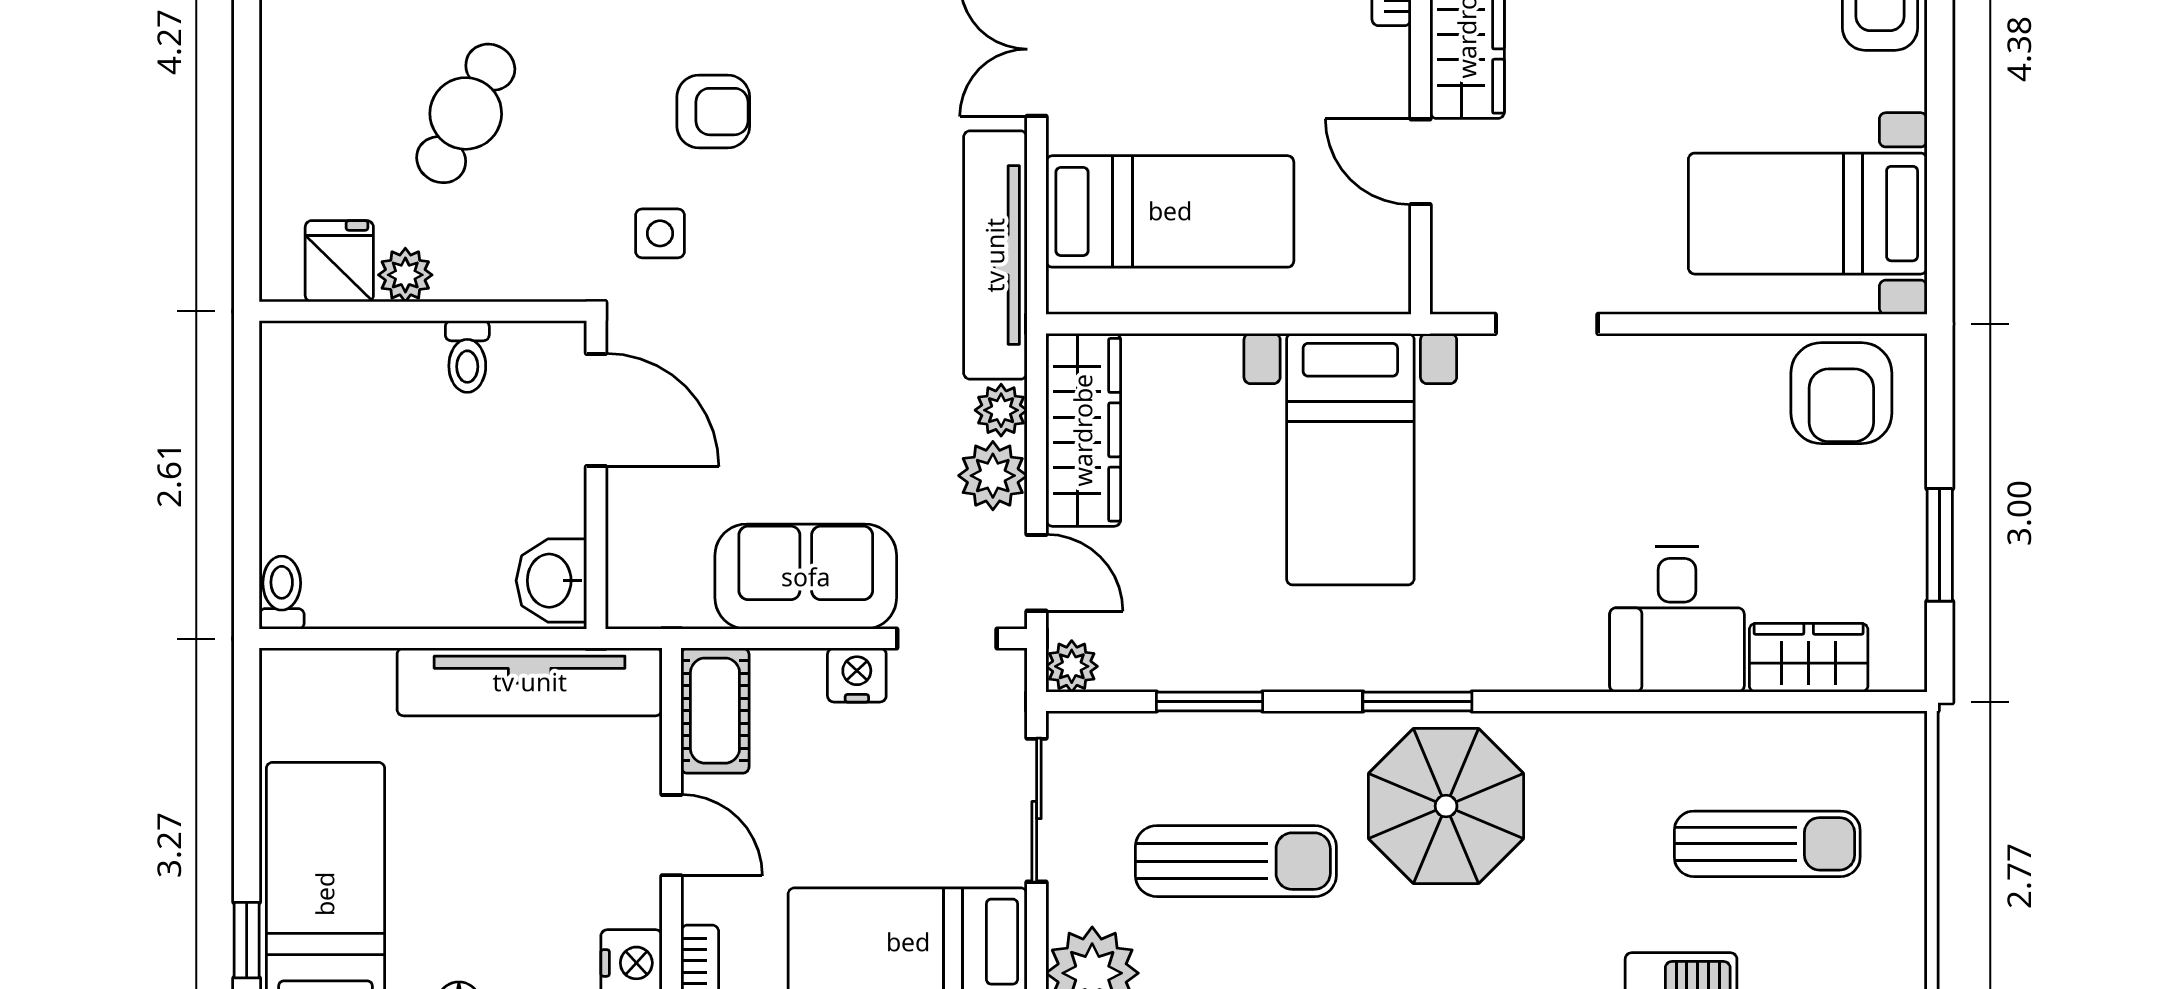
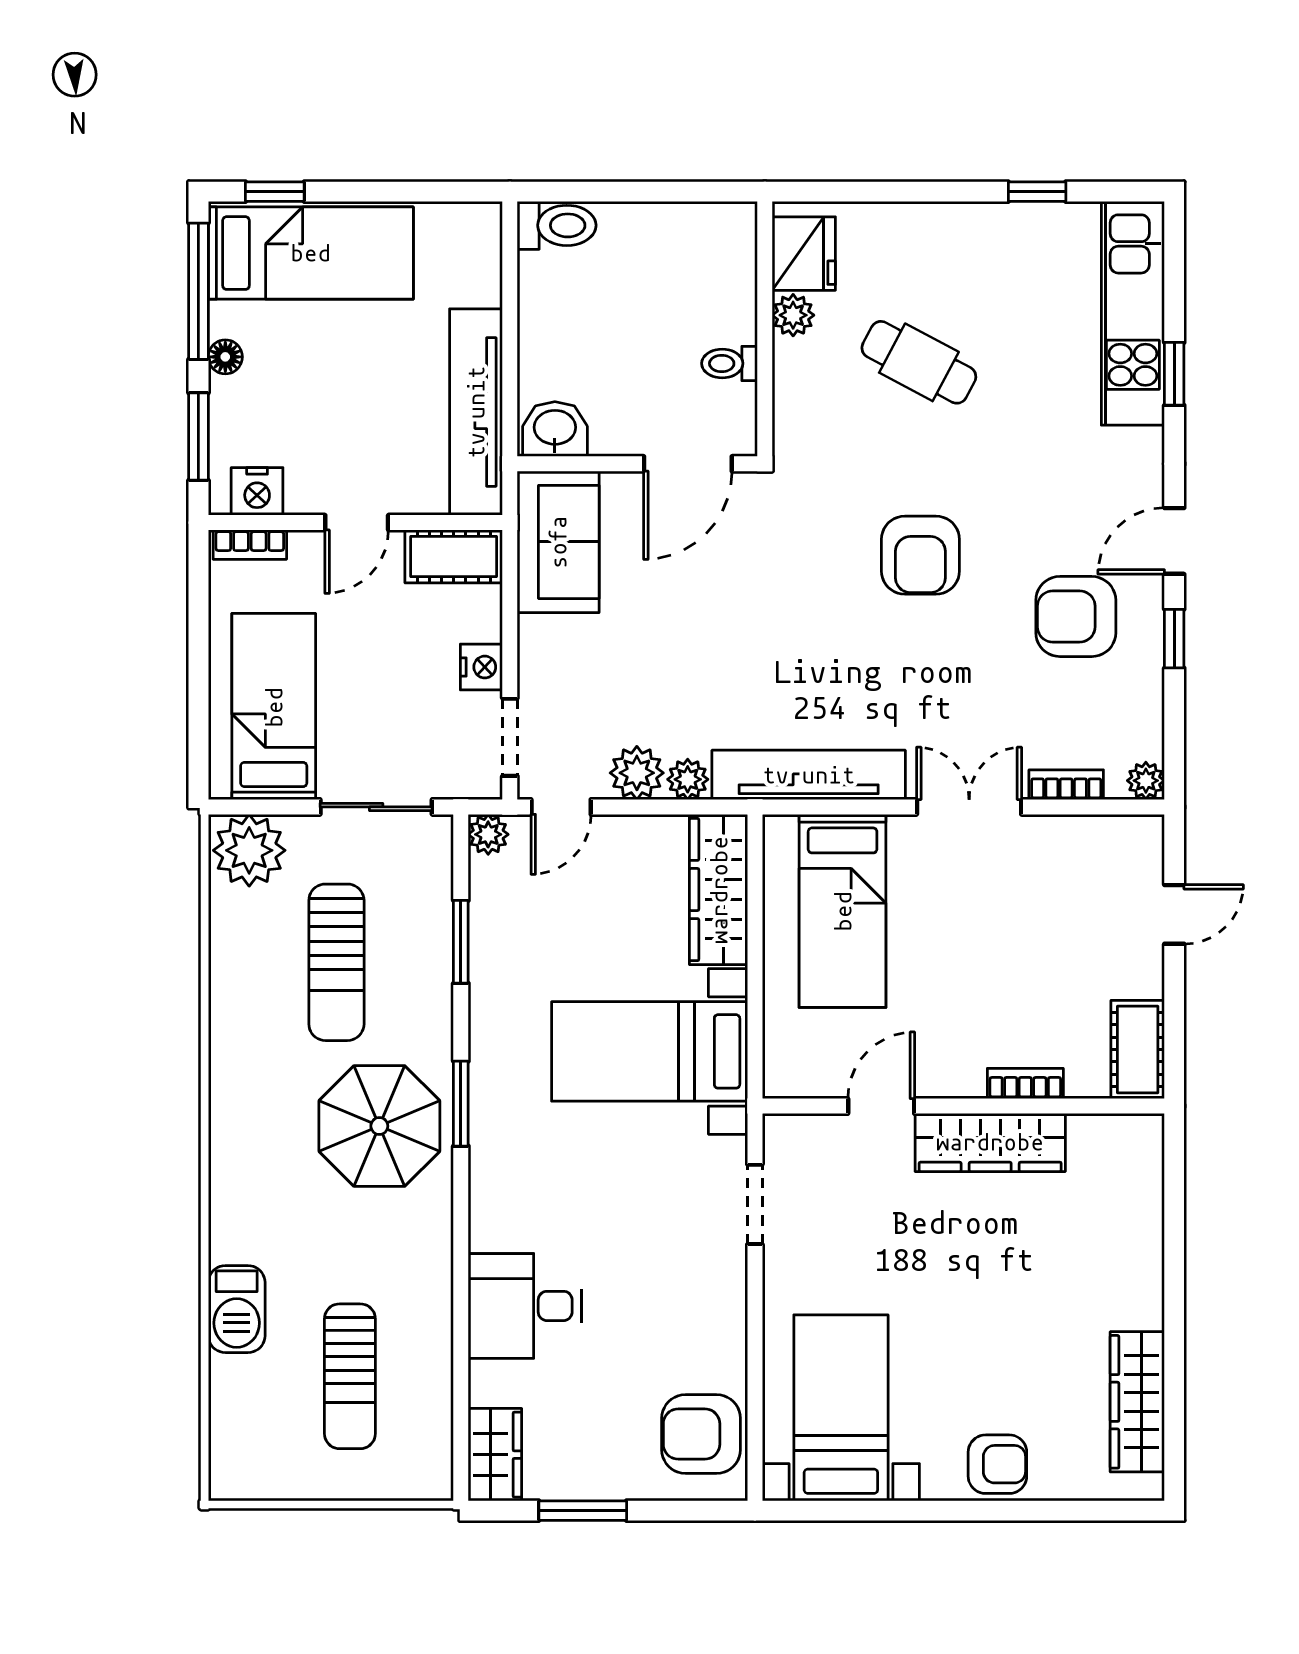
armchair: (713, 112) -> (920, 555), width x1.38, depth x1.38
side table: (660, 233) -> (825, 514), removed
fridge: (339, 261) -> (804, 254), width x1.38
wardrobe: (1083, 430) -> (719, 890), moved, turned 90
sofa: (806, 577) -> (558, 542), moved
toilet: (282, 593) -> (557, 225), width x1.37, depth x1.39
wardrobe: (1809, 658) -> (495, 1455), moved

